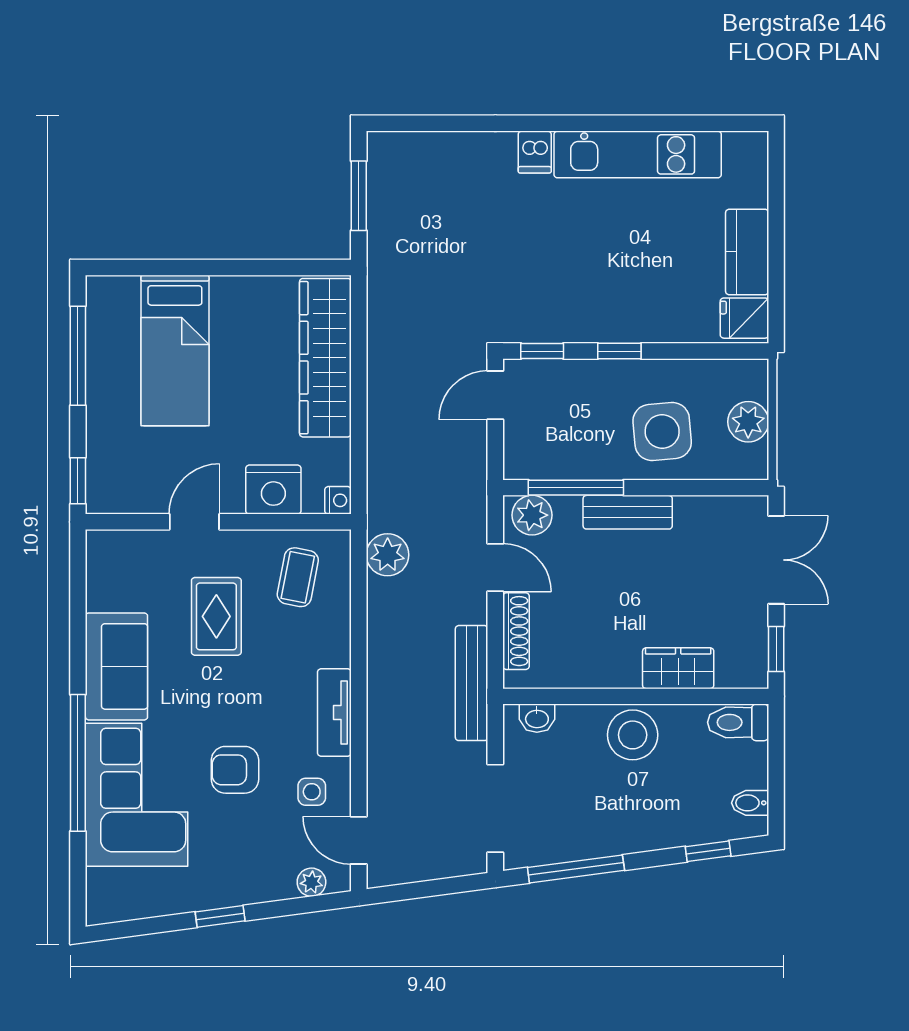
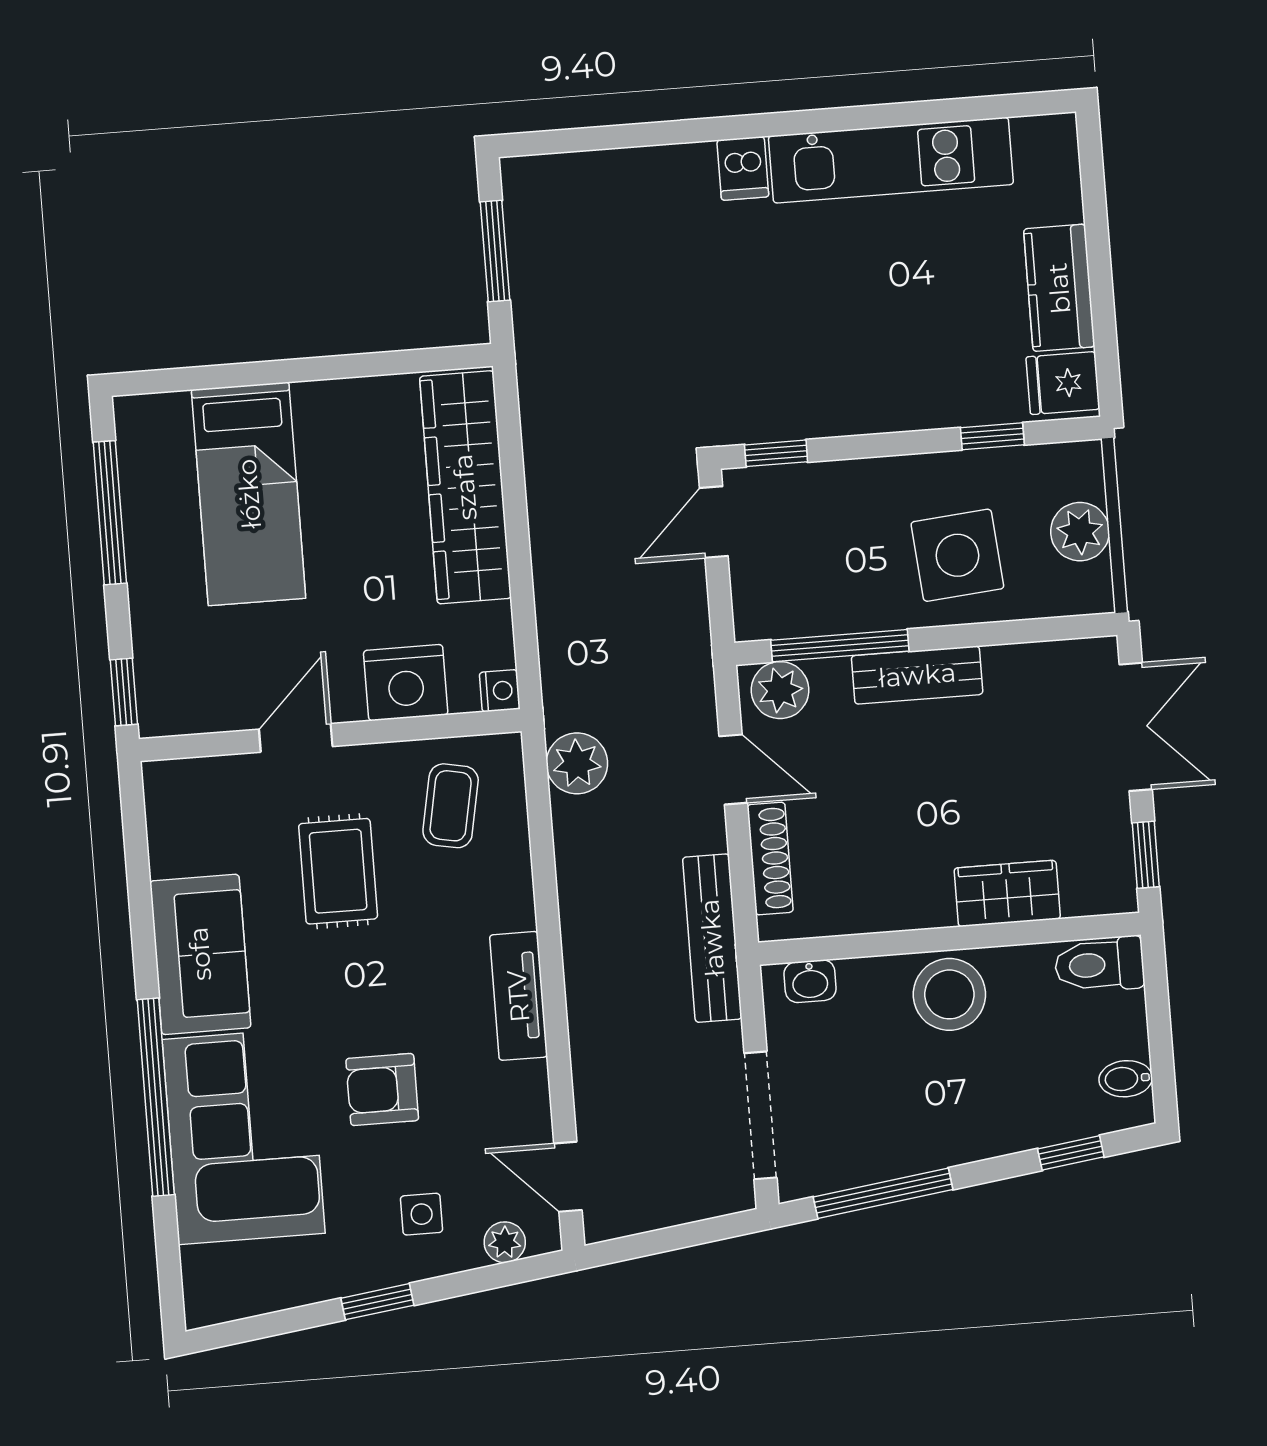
window: (619, 351) -> (992, 436), moved
side table: (312, 792) -> (422, 1214), moved

